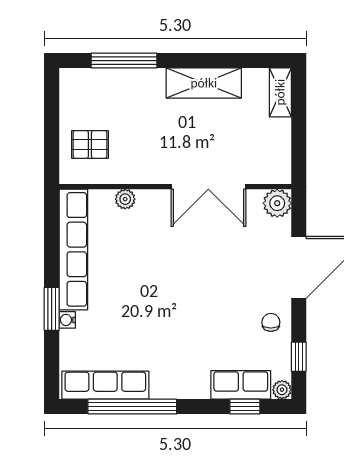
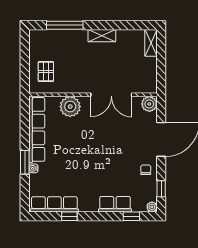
shelving: (204, 83) -> (102, 36), width x0.67, depth x0.75
pallet: (90, 144) -> (46, 72), turned 90
plant: (125, 199) -> (70, 107), width x1.88, depth x1.88
row of seats: (241, 385) -> (115, 204), moved
window: (132, 407) -> (69, 216), width x0.32

